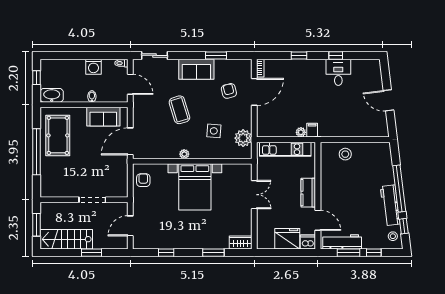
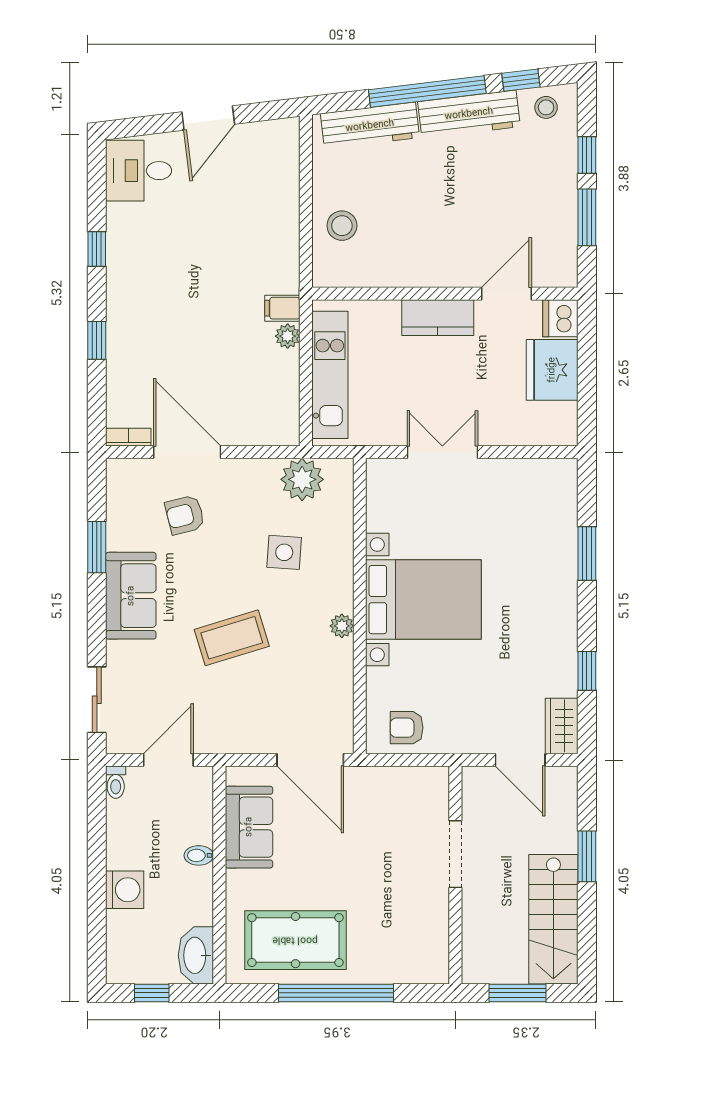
washing machine: (93, 67) -> (125, 890), moved
desk: (338, 72) -> (139, 171), moved
workbench: (342, 242) -> (370, 126), moved, turned -97
wardrobe: (241, 243) -> (562, 726), moved

